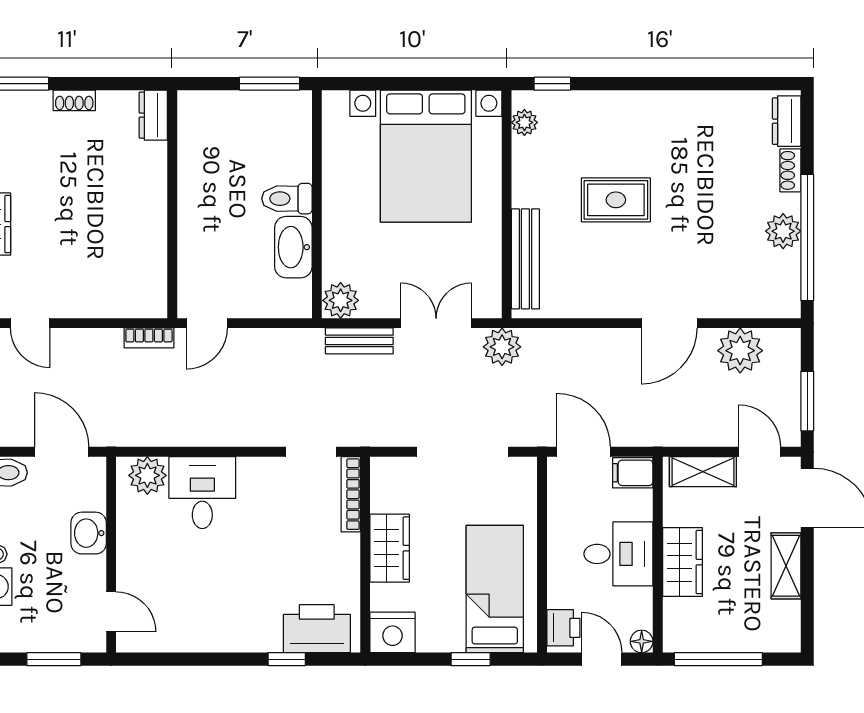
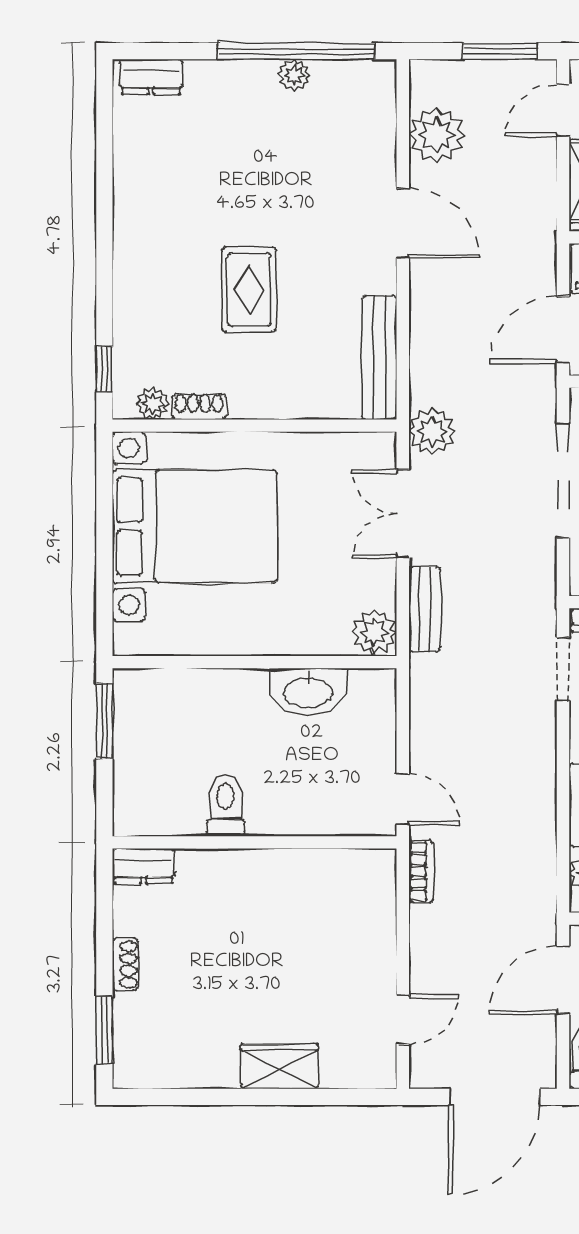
shoe rack: (790, 170) -> (199, 407), moved, turned 180
toilet: (287, 199) -> (226, 805), moved, turned 180
plant: (783, 231) -> (294, 75), width x0.73, depth x0.73
bench: (525, 259) -> (379, 357), moved, turned 90

